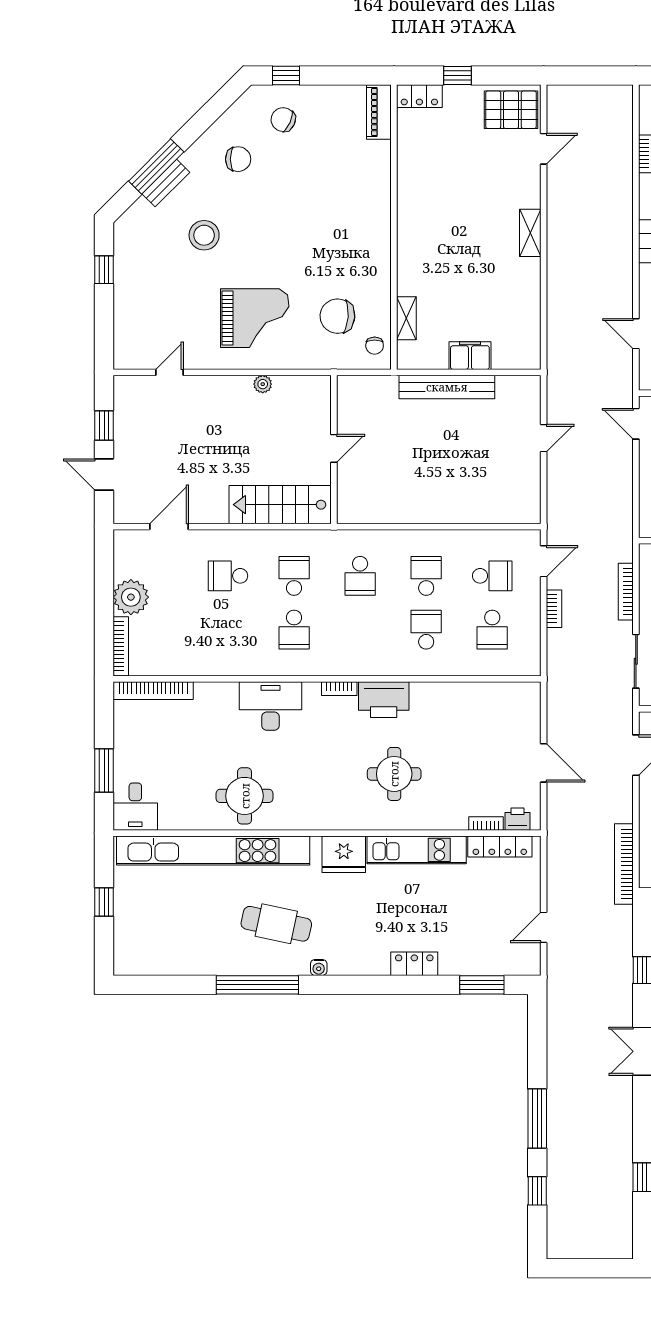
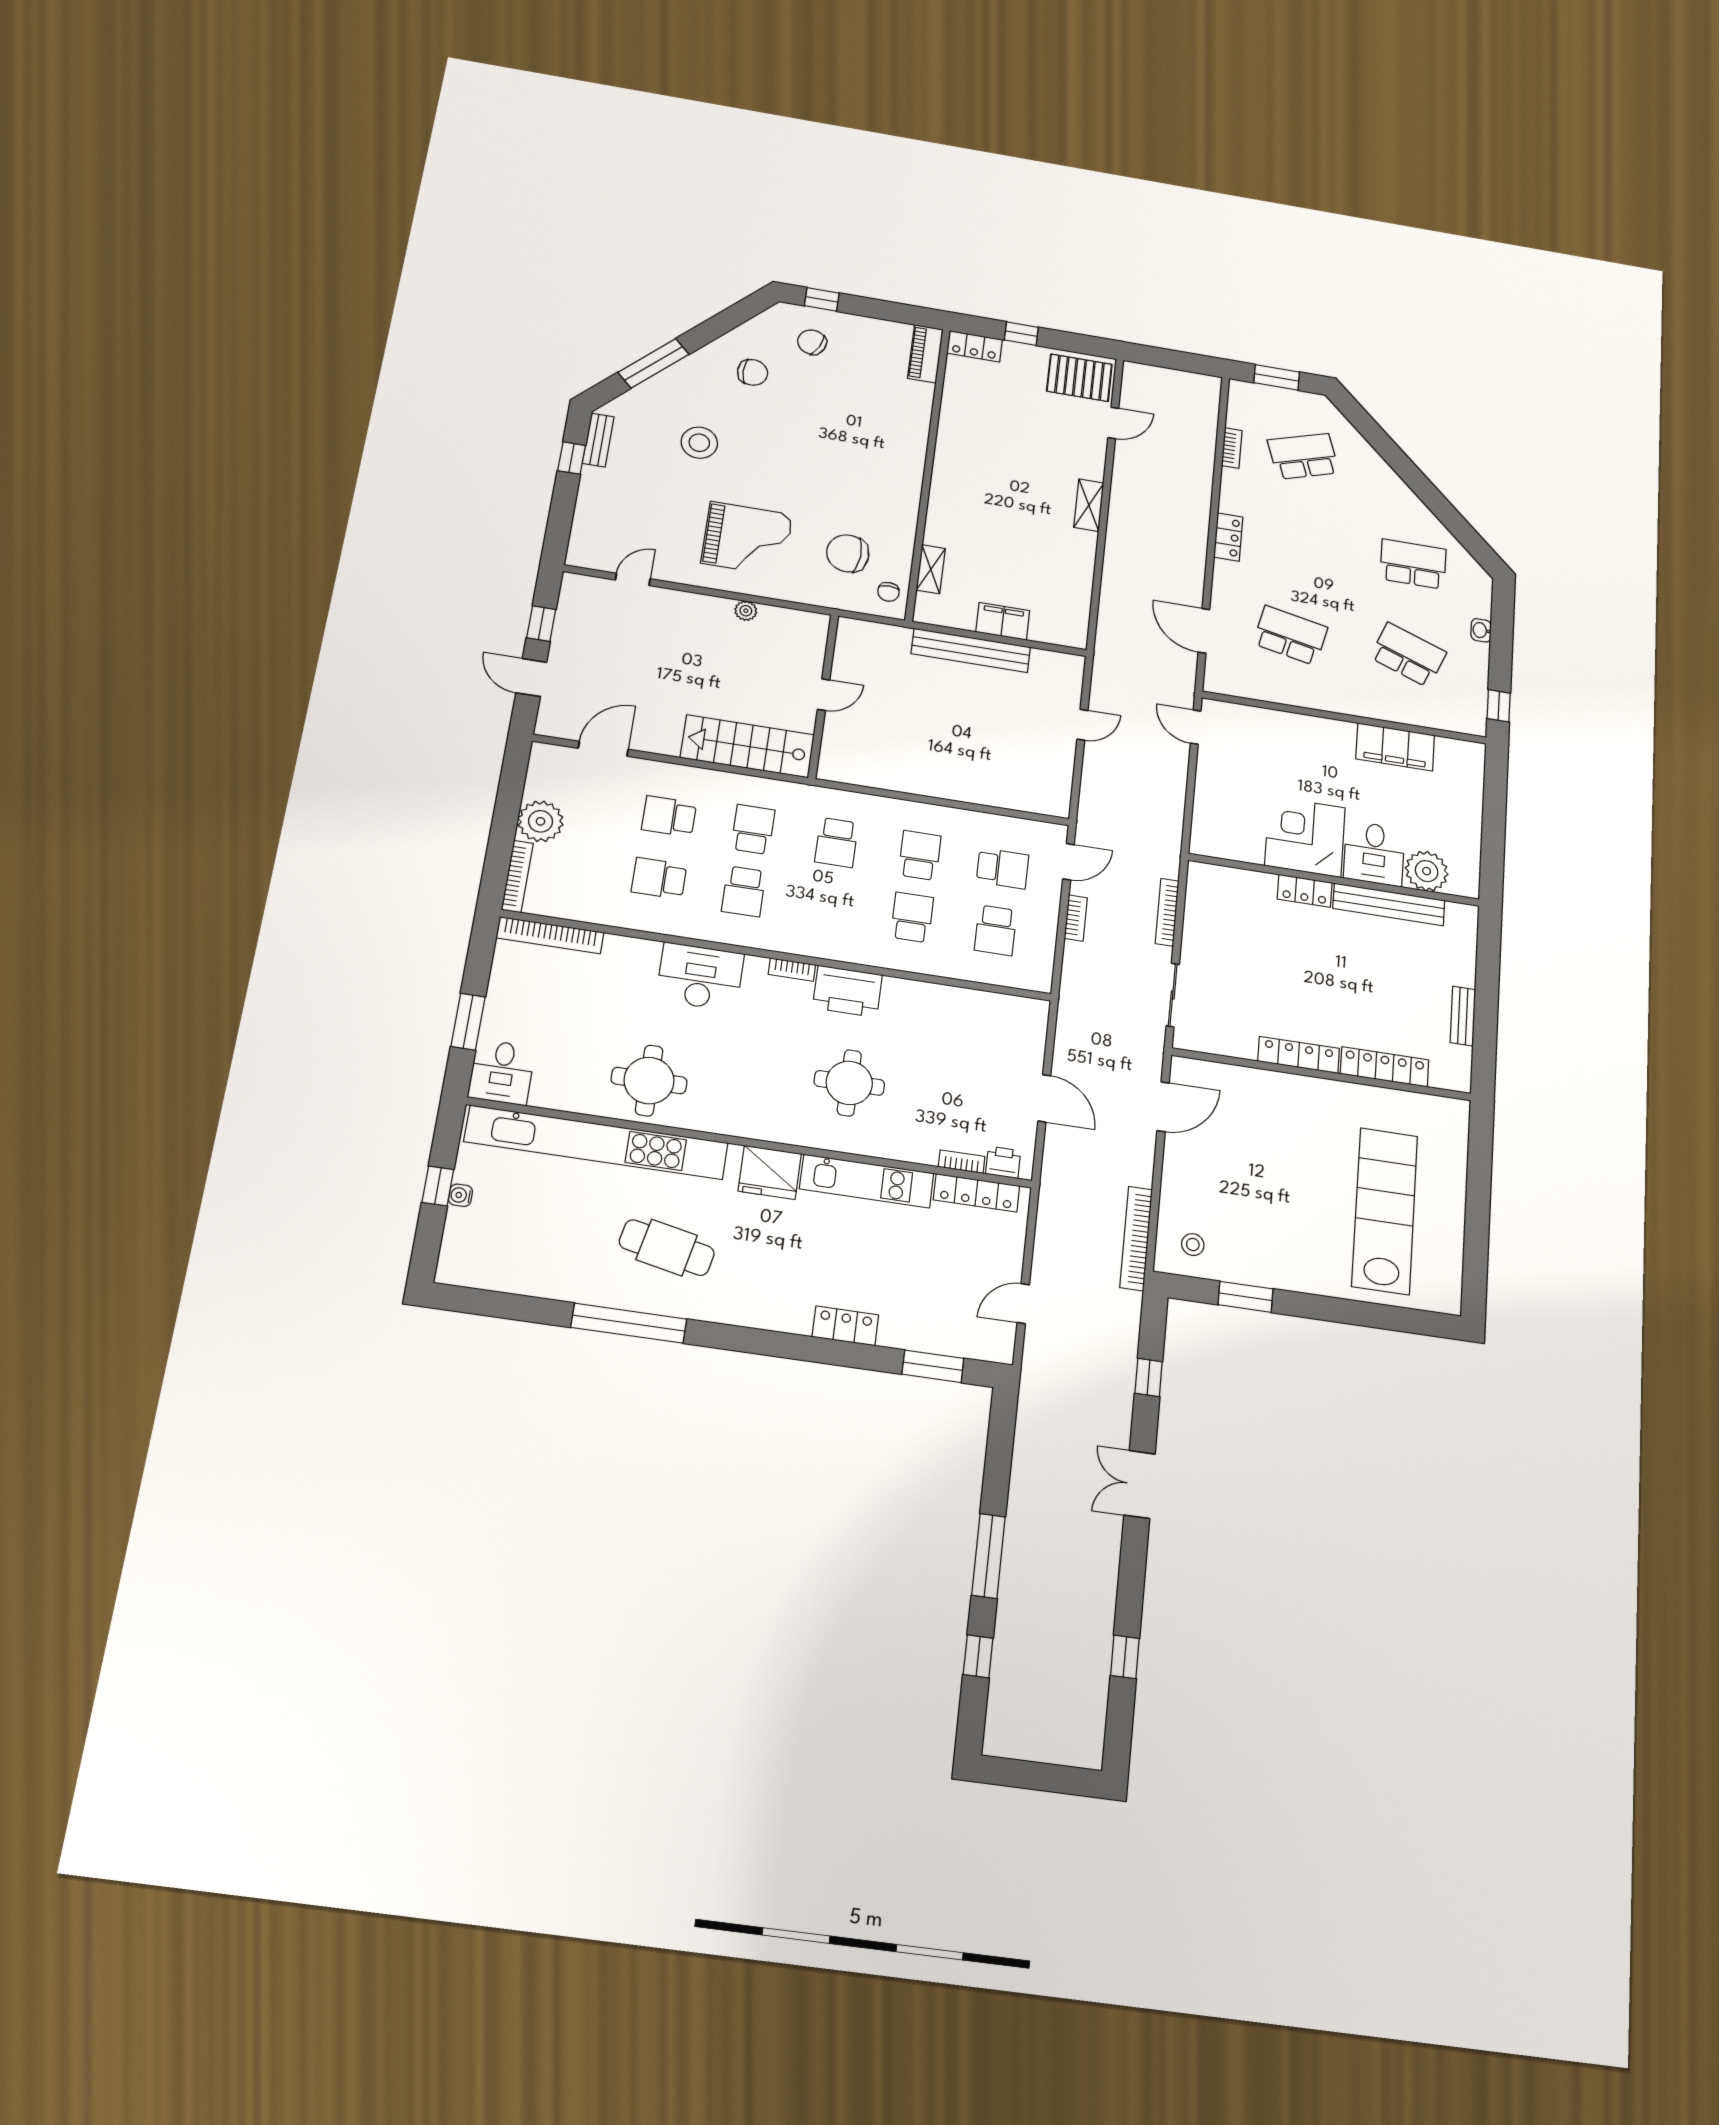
bench: (166, 183) -> (598, 440), moved, turned -45
door: (636, 334) -> (1204, 631), width x1.38
school desk: (228, 630) -> (659, 878), added
water cooler: (319, 967) -> (460, 1195), moved, turned 90

